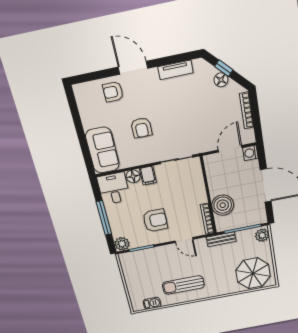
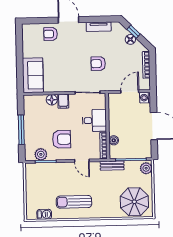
armchair: (141, 128) -> (98, 64), moved, turned 90
desk: (114, 188) -> (94, 120), moved, turned 90
boiler: (223, 205) -> (114, 140), width x0.54, depth x0.54
plant: (122, 244) -> (41, 154), moved

